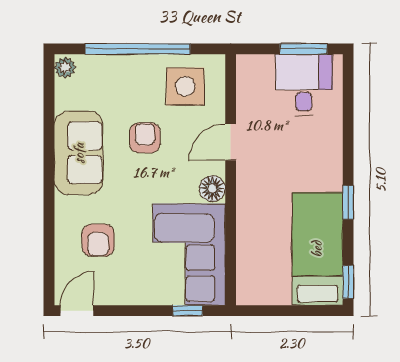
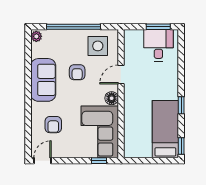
armchair: (145, 138) -> (77, 72), turned 180

